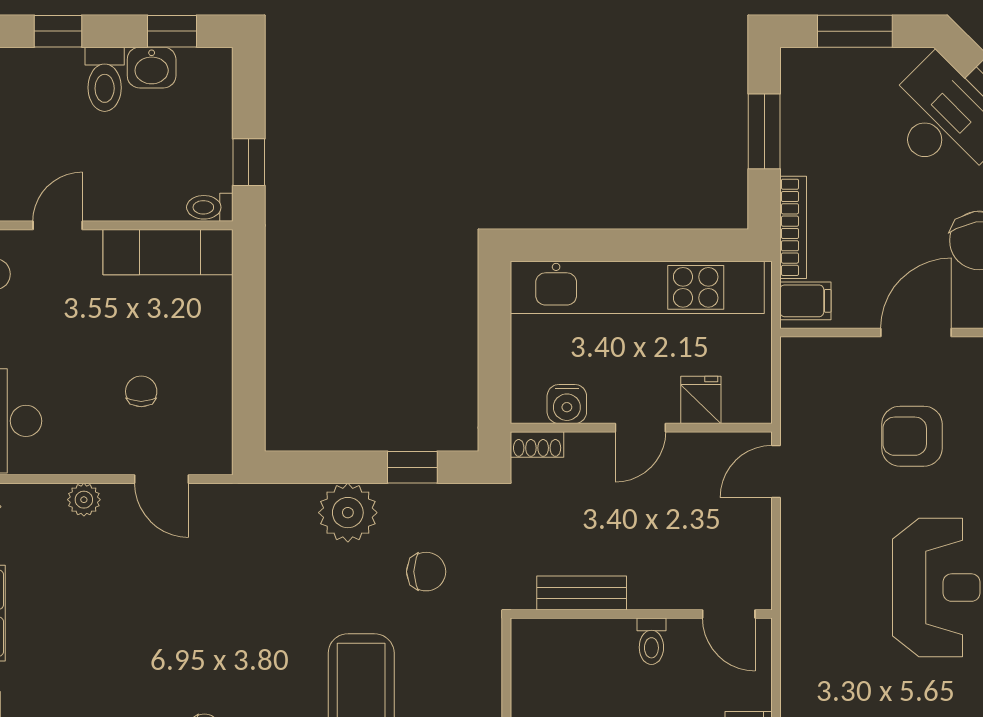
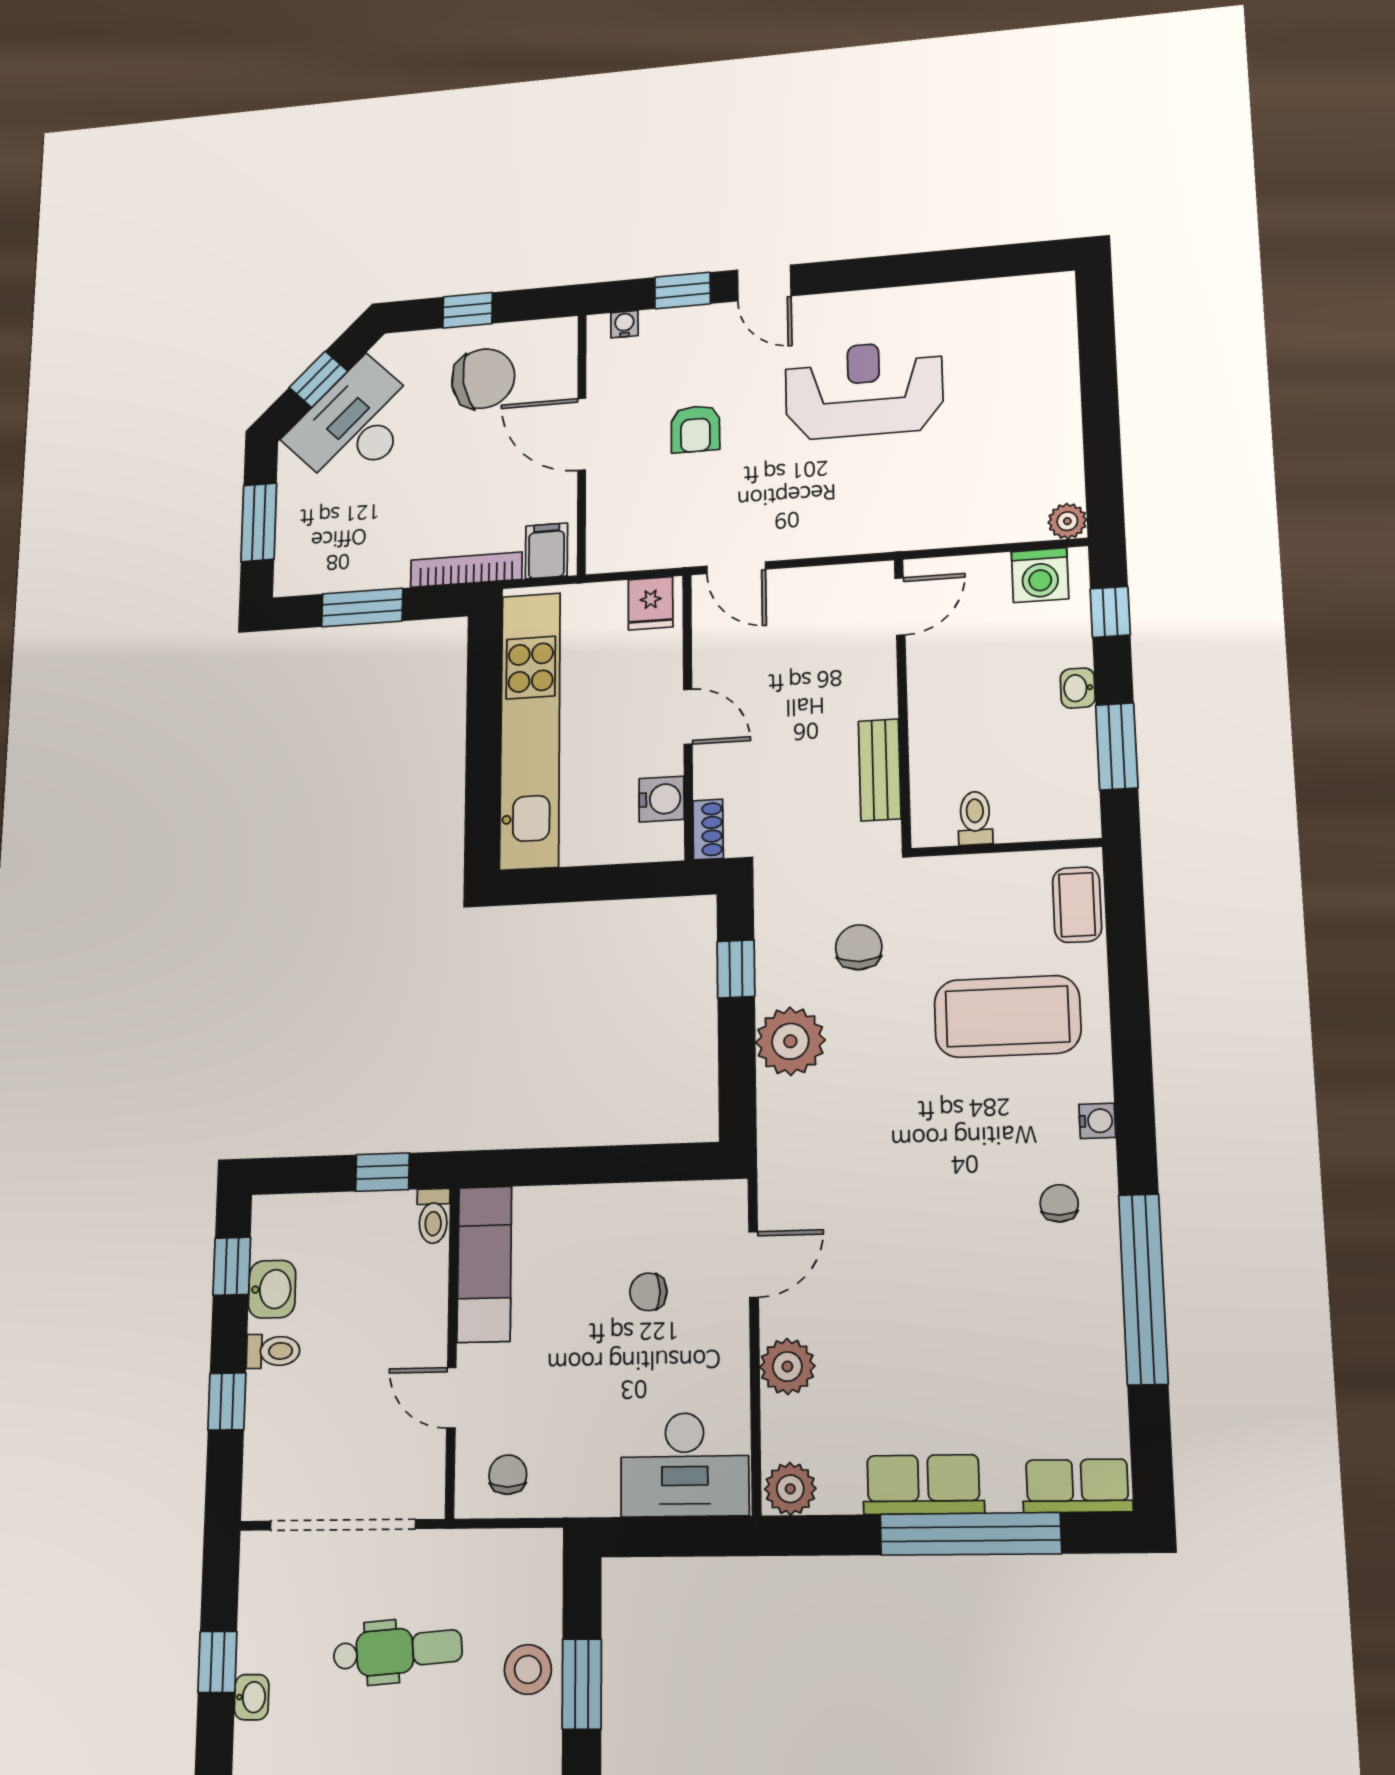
toilet: (105, 79) -> (273, 1351), width x0.73, depth x0.72
fridge: (701, 400) -> (651, 603), moved, turned -90
armchair: (912, 436) -> (695, 429), width x0.72, depth x0.72
plant: (84, 500) -> (787, 1367), width x1.38, depth x1.38
toilet: (651, 641) -> (975, 818), moved, turned -90

